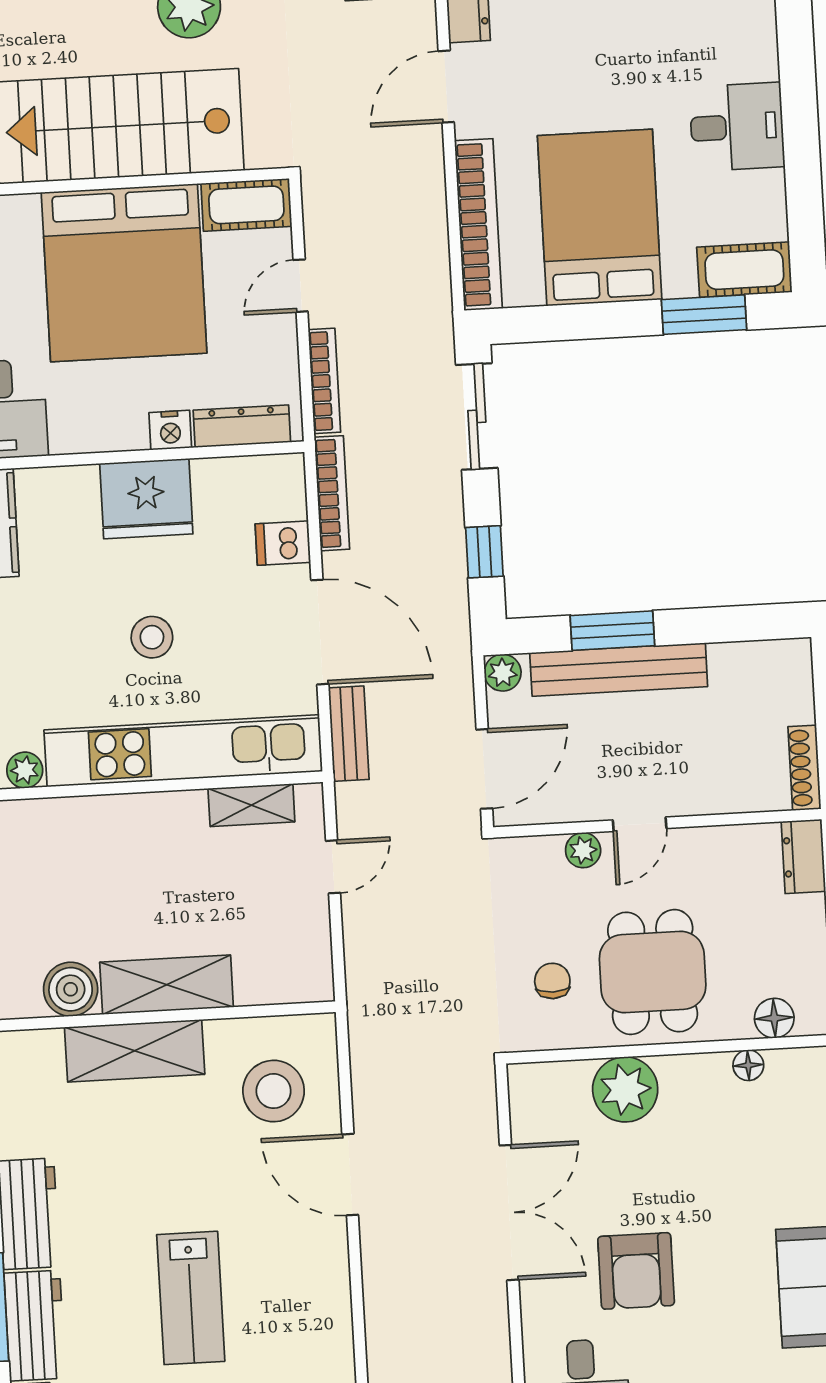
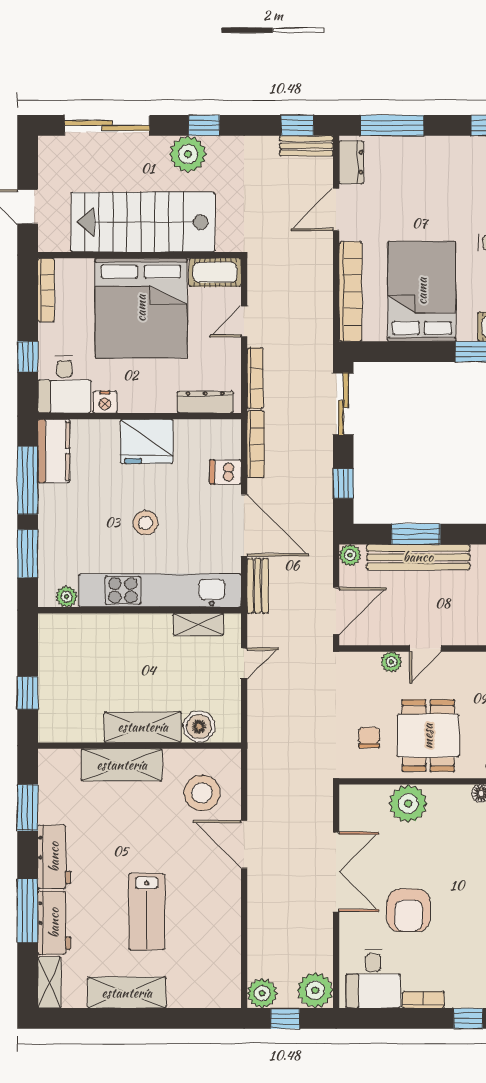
nightstand: (170, 430) -> (105, 402), moved
boiler: (71, 989) -> (199, 727), moved

